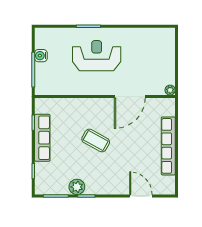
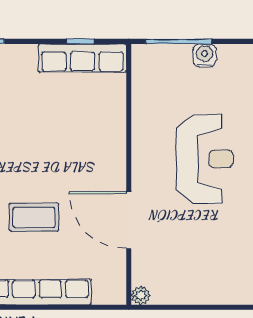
row of seats: (42, 138) -> (82, 58), moved
coffee table: (96, 141) -> (34, 217), moved, turned 61

